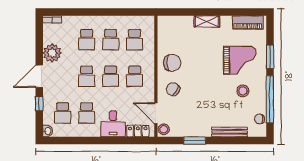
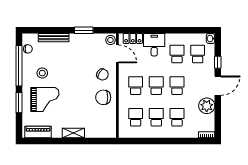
grand piano: (240, 60) -> (45, 99), turned 180

